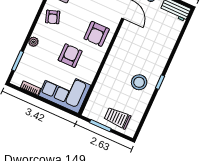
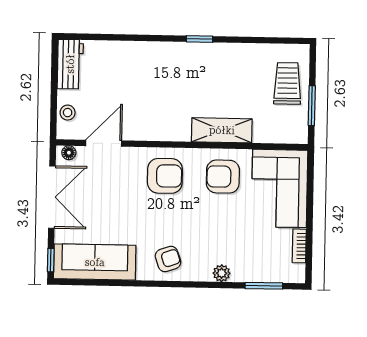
armchair: (70, 56) -> (223, 177), moved
shelving: (108, 73) -> (222, 130), added
stool: (139, 82) -> (214, 73), removed
trolley: (117, 118) -> (287, 83), turned 180

